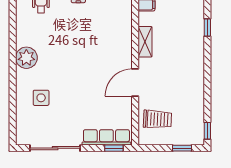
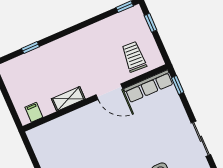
row of seats: (106, 137) -> (149, 86), moved, turned -90
sliding door: (55, 148) -> (201, 139), width x0.73

